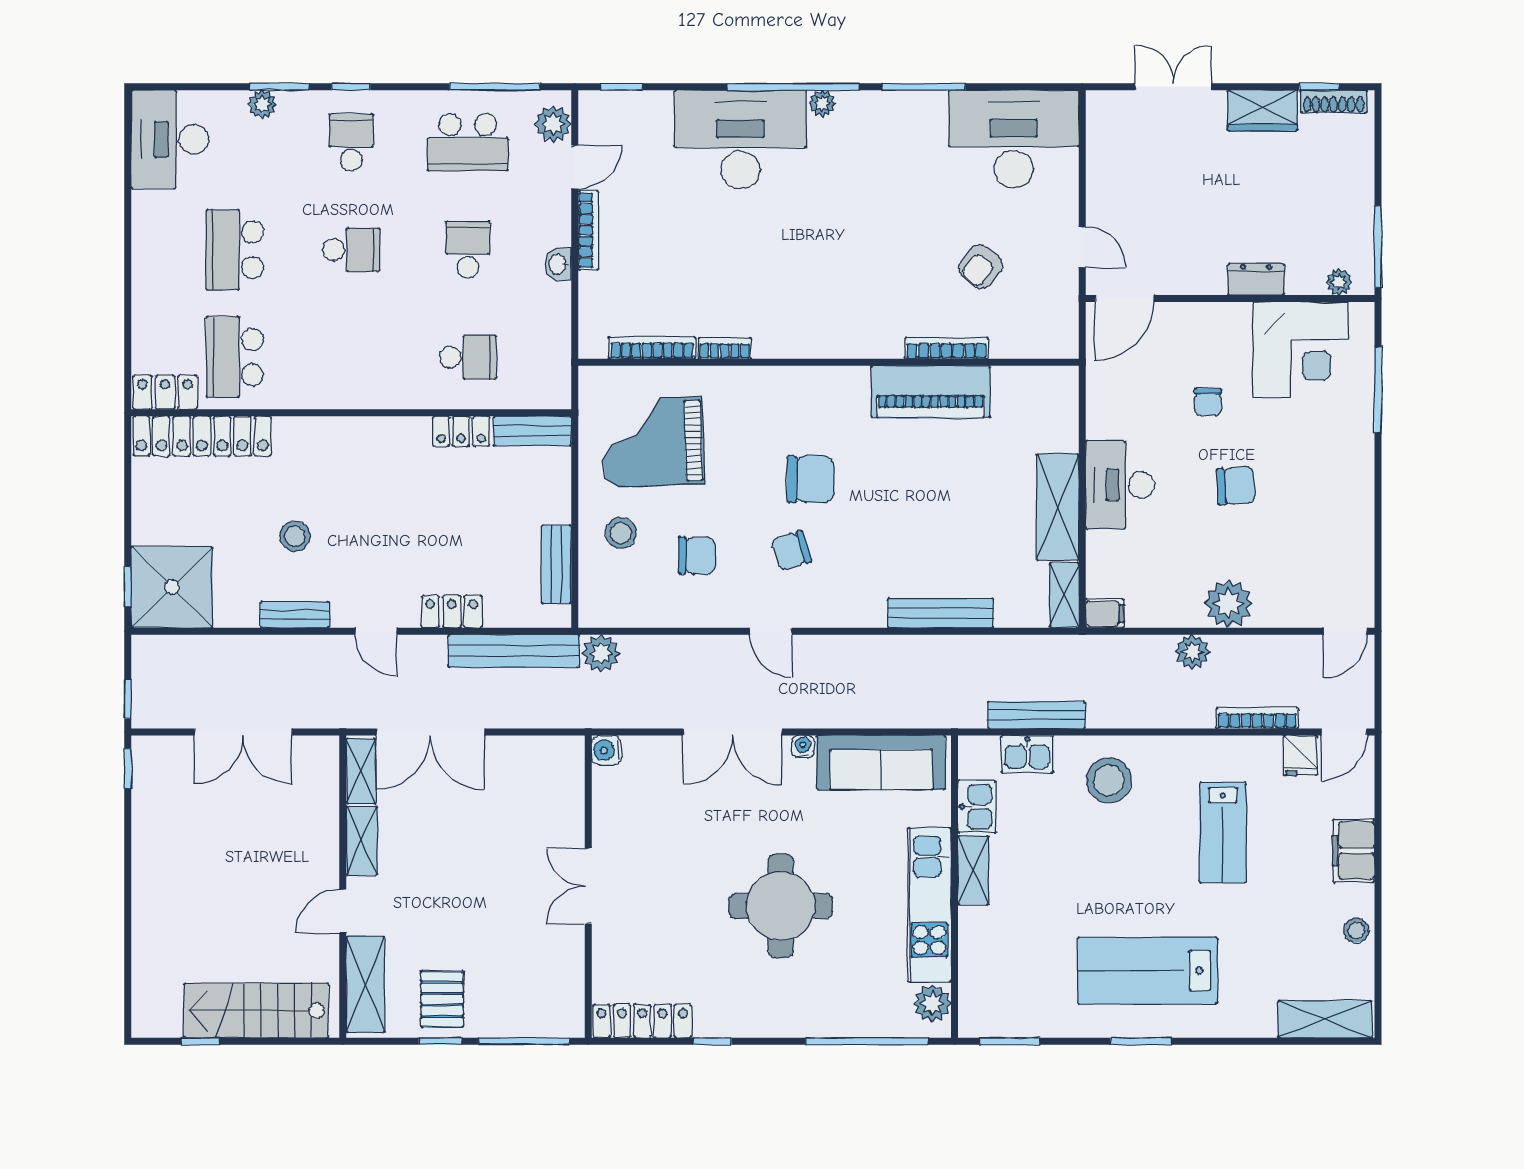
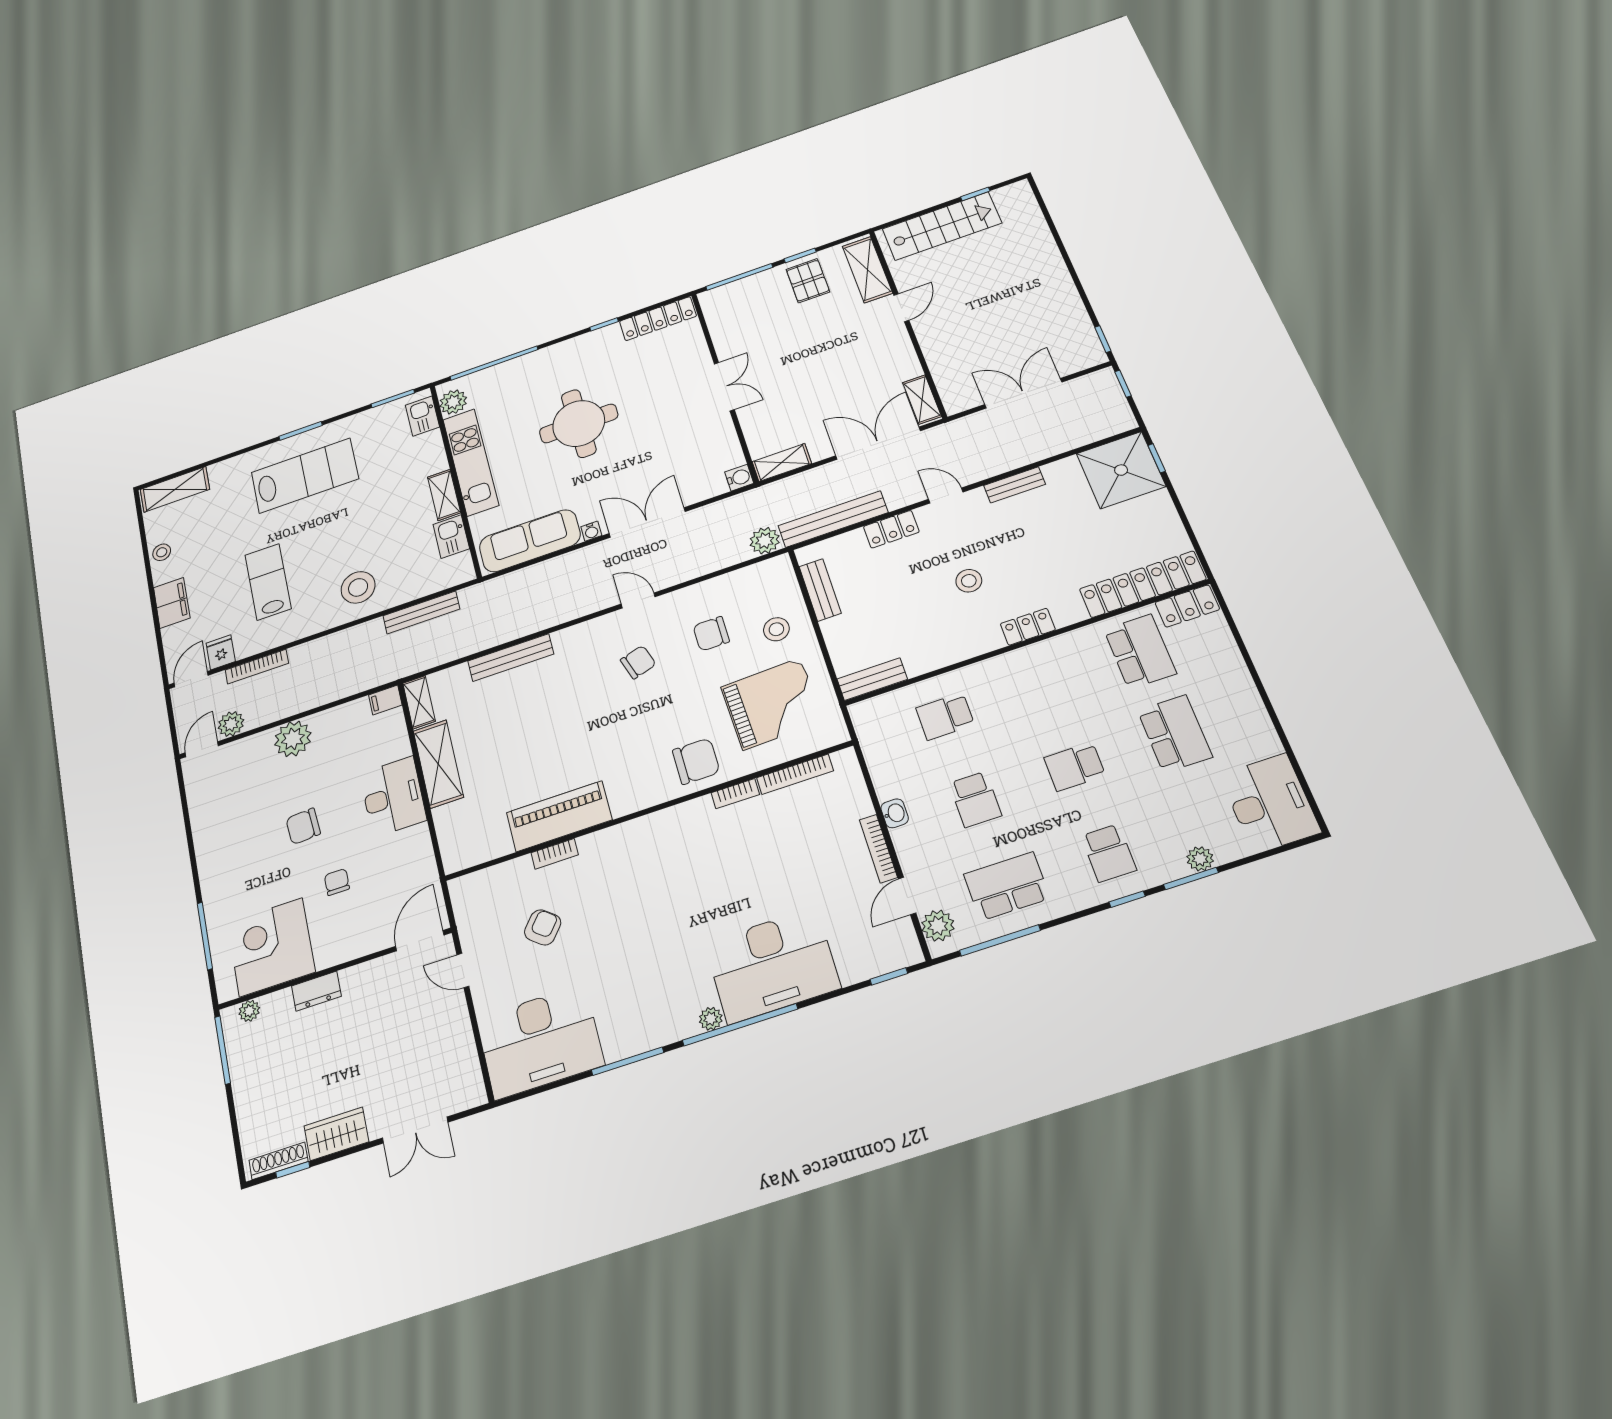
bookcase: (947, 348) -> (555, 854), width x0.64
locker: (461, 431) -> (1028, 627), moved
chair: (810, 479) -> (696, 761), moved, turned 180
stool: (295, 536) -> (969, 581), moved
plant: (1192, 652) -> (231, 724), moved
kitchen sink: (1027, 754) -> (422, 416), moved, turned -90
shelving: (362, 841) -> (782, 463), moved, turned 90

